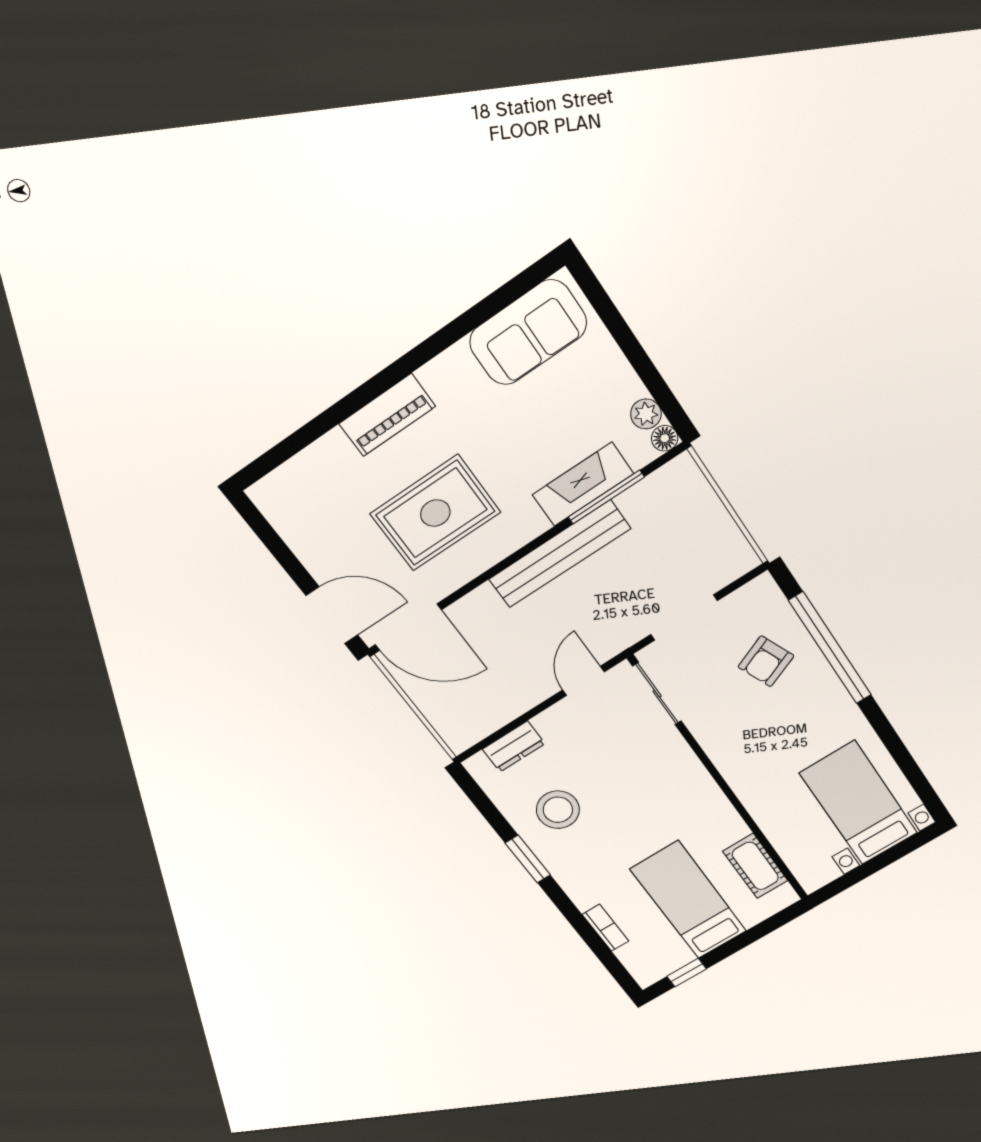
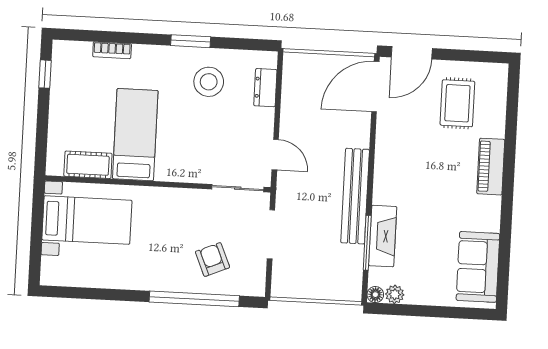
rug: (435, 513) -> (457, 103), moved, width x0.73, depth x0.70
bed with nightstands: (859, 803) -> (87, 220), moved
bed: (688, 900) -> (135, 135), moved, turned -90

